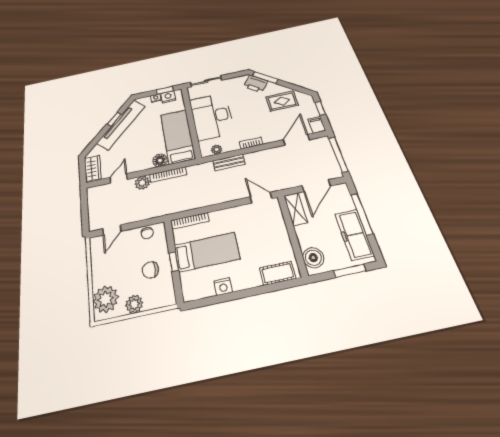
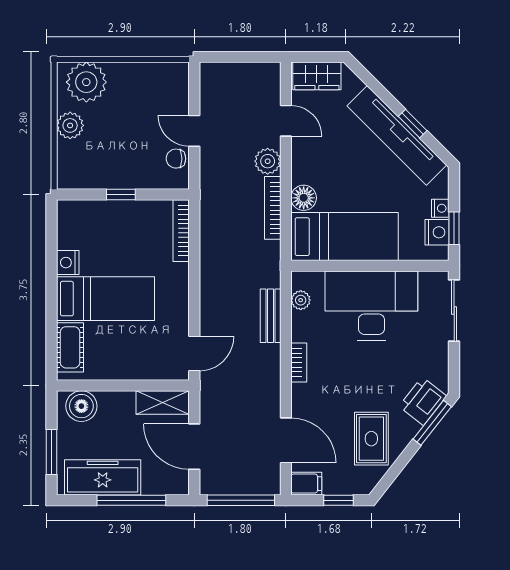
door: (112, 230) -> (194, 131), moved
bed: (207, 252) -> (106, 299), moved, turned -90
chair: (150, 270) -> (116, 156), removed

